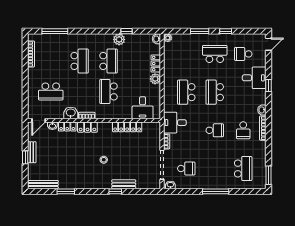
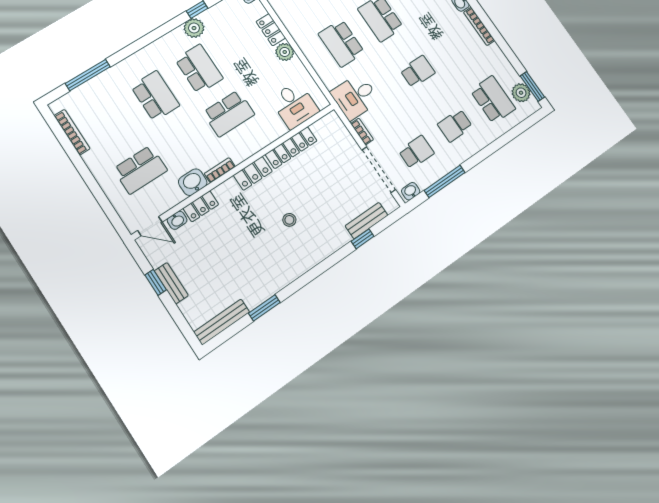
school desk: (109, 91) -> (229, 113), turned -90
door: (39, 120) -> (150, 226), hinge flipped
locker: (87, 127) -> (253, 173), moved
school desk: (243, 130) -> (455, 126), moved, turned 90
window: (25, 157) -> (156, 282), moved
plant: (260, 175) -> (521, 93), added
bench: (124, 184) -> (367, 221), moved
window: (115, 191) -> (363, 239), moved
window: (216, 191) -> (445, 181), moved

